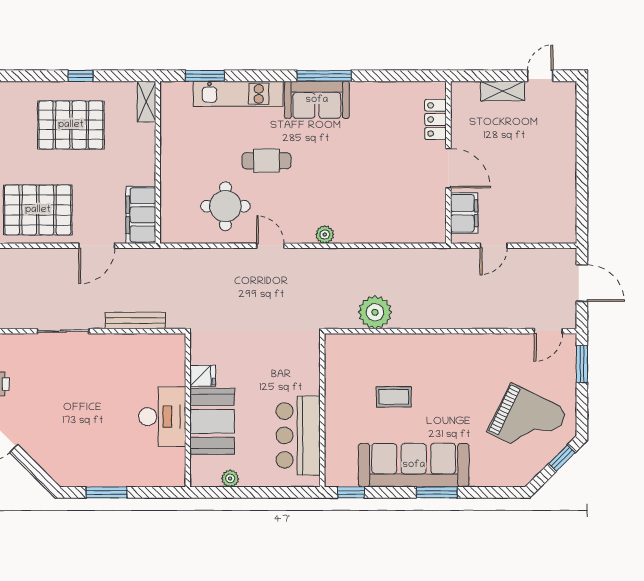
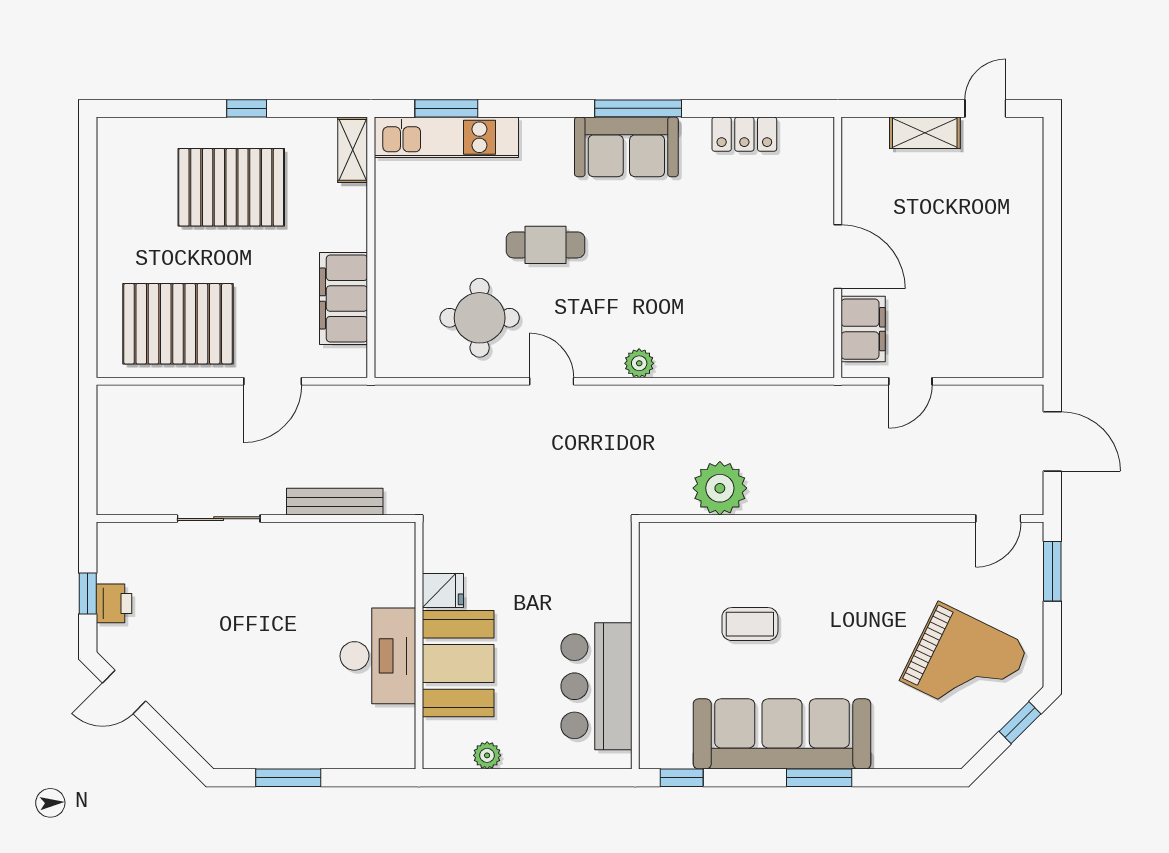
kitchen unit: (238, 94) -> (446, 137), moved
locker: (436, 119) -> (744, 134), moved, turned -90
filing cabinet: (141, 215) -> (344, 298), moved

